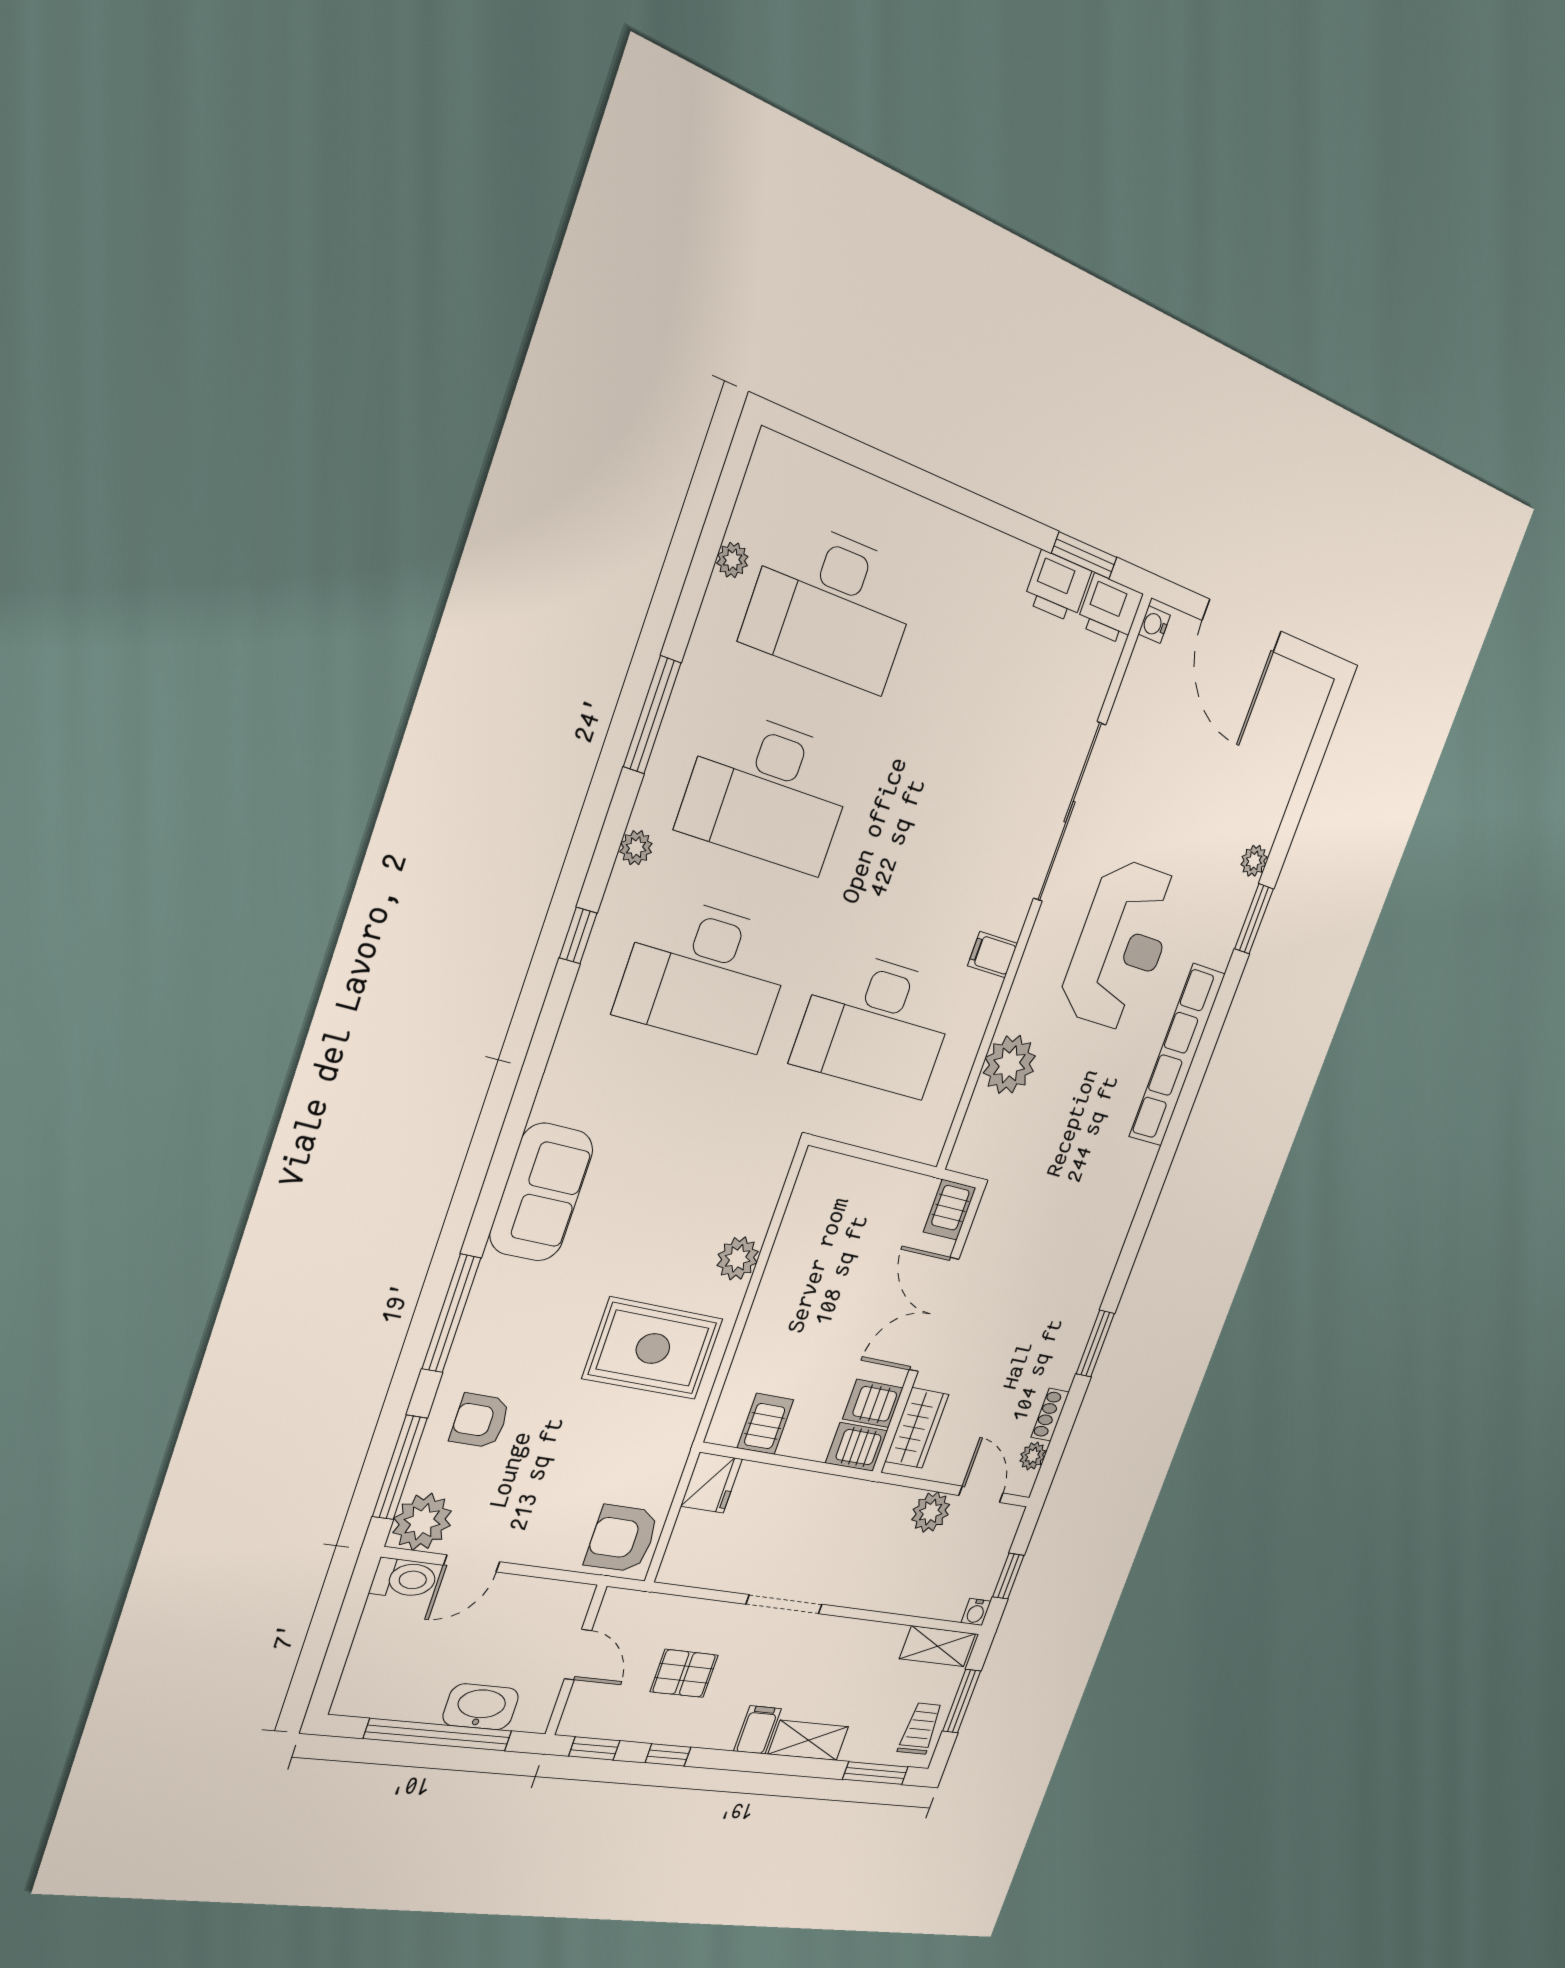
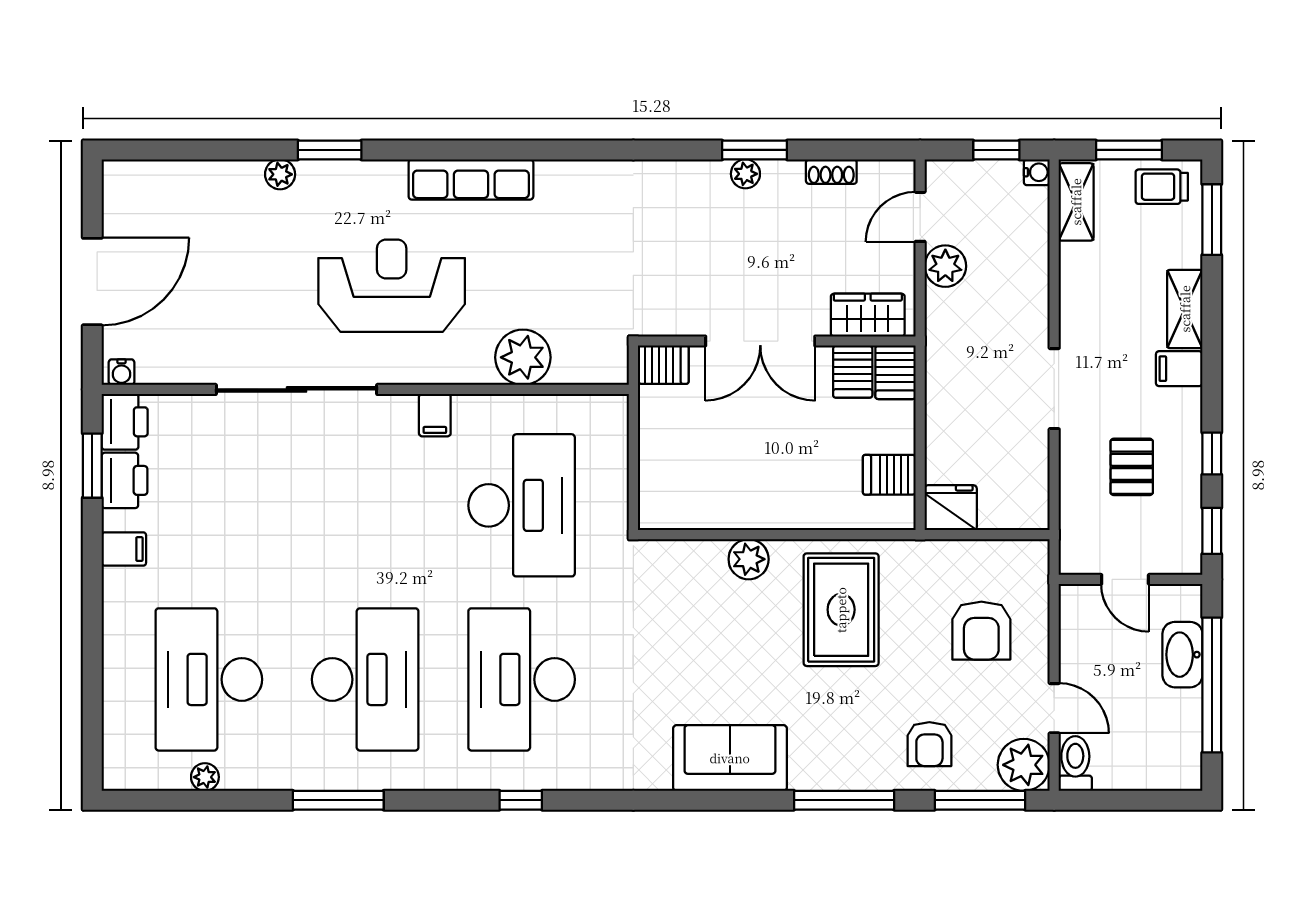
filing cabinet: (995, 558) -> (124, 549), added
desk: (832, 606) -> (209, 679), turned 180
plant: (636, 848) -> (441, 777), removed
desk: (706, 974) -> (522, 679), turned 180
row of seats: (1177, 1055) -> (471, 179), width x0.73
plant: (1033, 1456) -> (745, 174), moved
armchair: (622, 1538) -> (981, 631), moved
door: (578, 1655) -> (1125, 579), swing flipped

